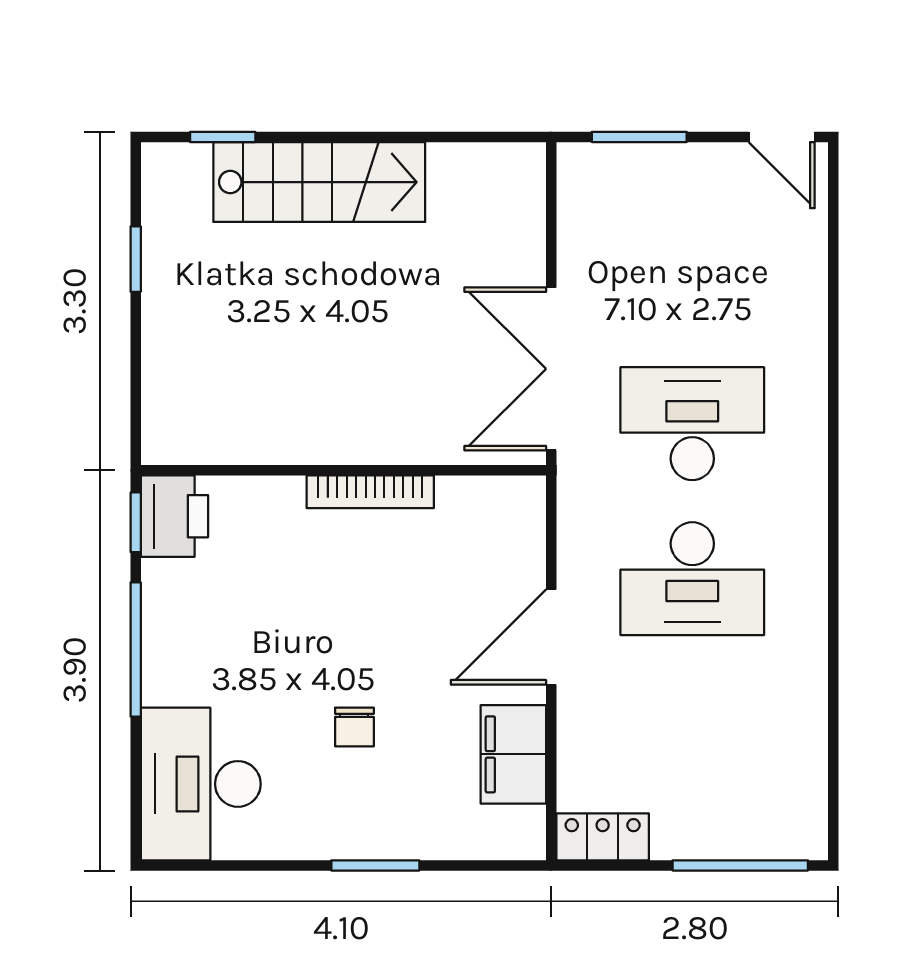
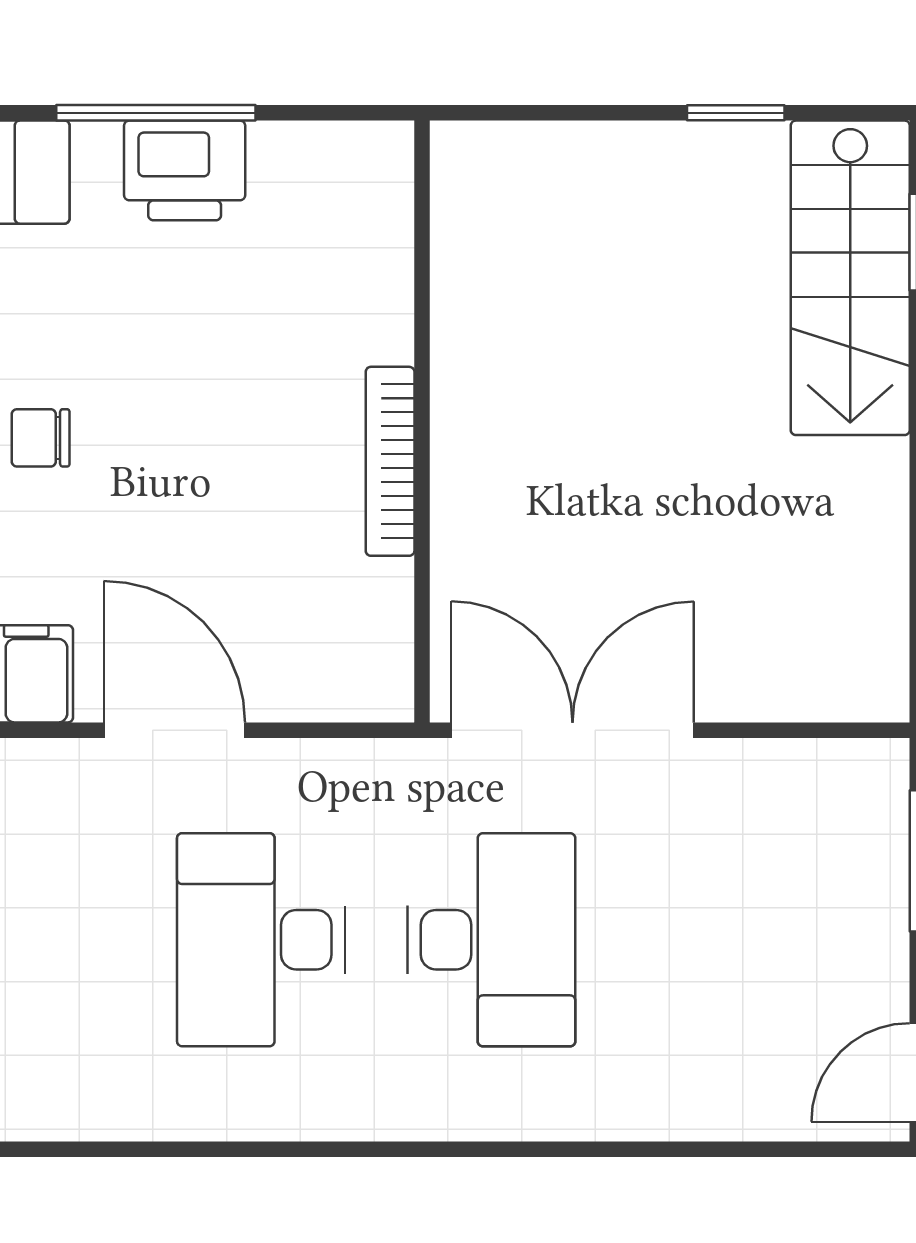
stairs: (319, 182) -> (850, 278), moved
printer: (174, 516) -> (185, 170), moved
window: (136, 522) -> (345, 113), removed

